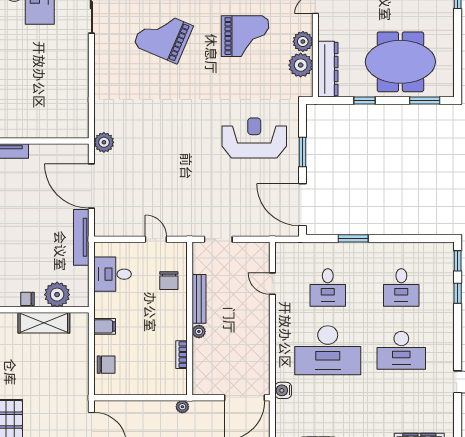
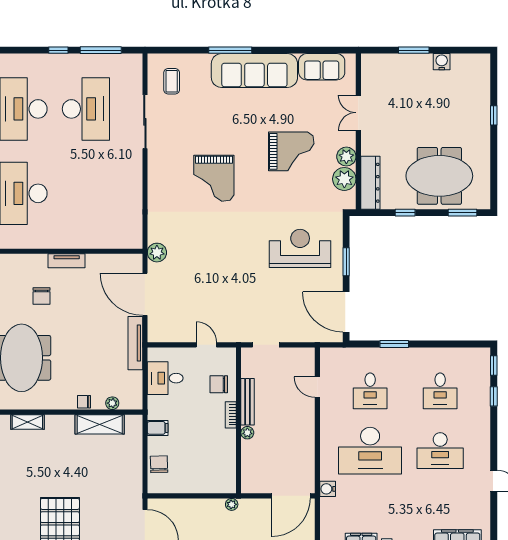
grand piano: (163, 36) -> (214, 178), moved, turned -113
chair: (169, 281) -> (219, 384), turned 90
plant: (57, 295) -> (112, 403), width x0.53, depth x0.53
bookcase: (181, 355) -> (231, 415), moved
chair: (106, 365) -> (159, 464), turned -92

